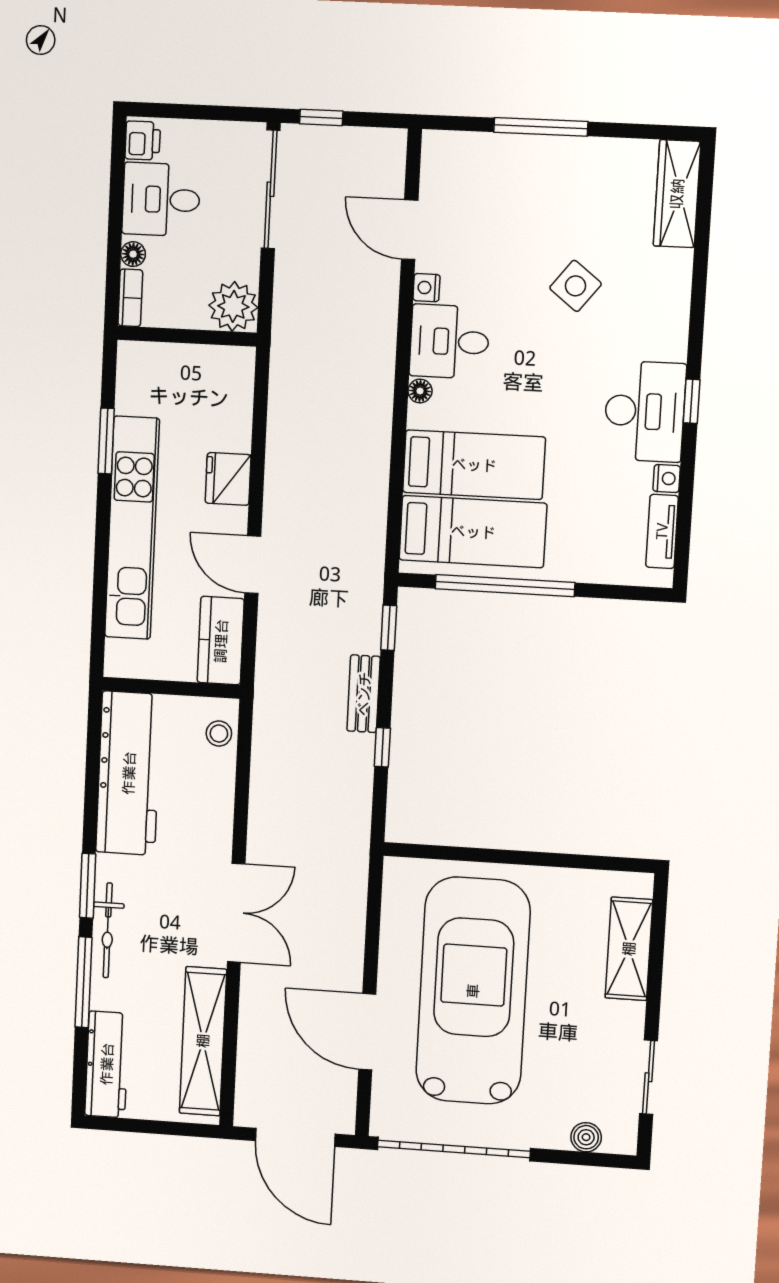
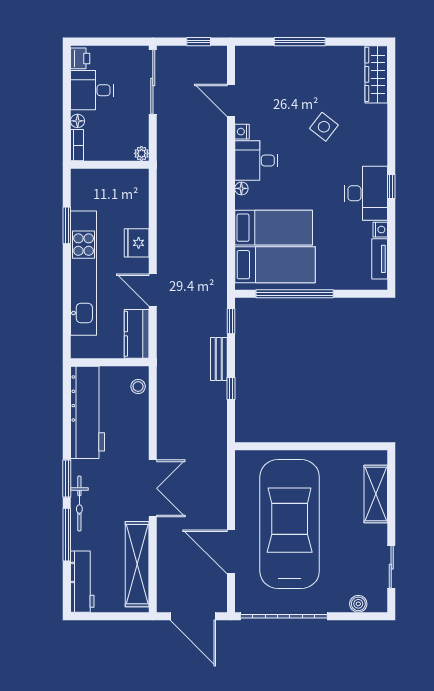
window: (321, 117) -> (199, 42), moved
plant: (233, 306) -> (141, 153), width x0.53, depth x0.53

